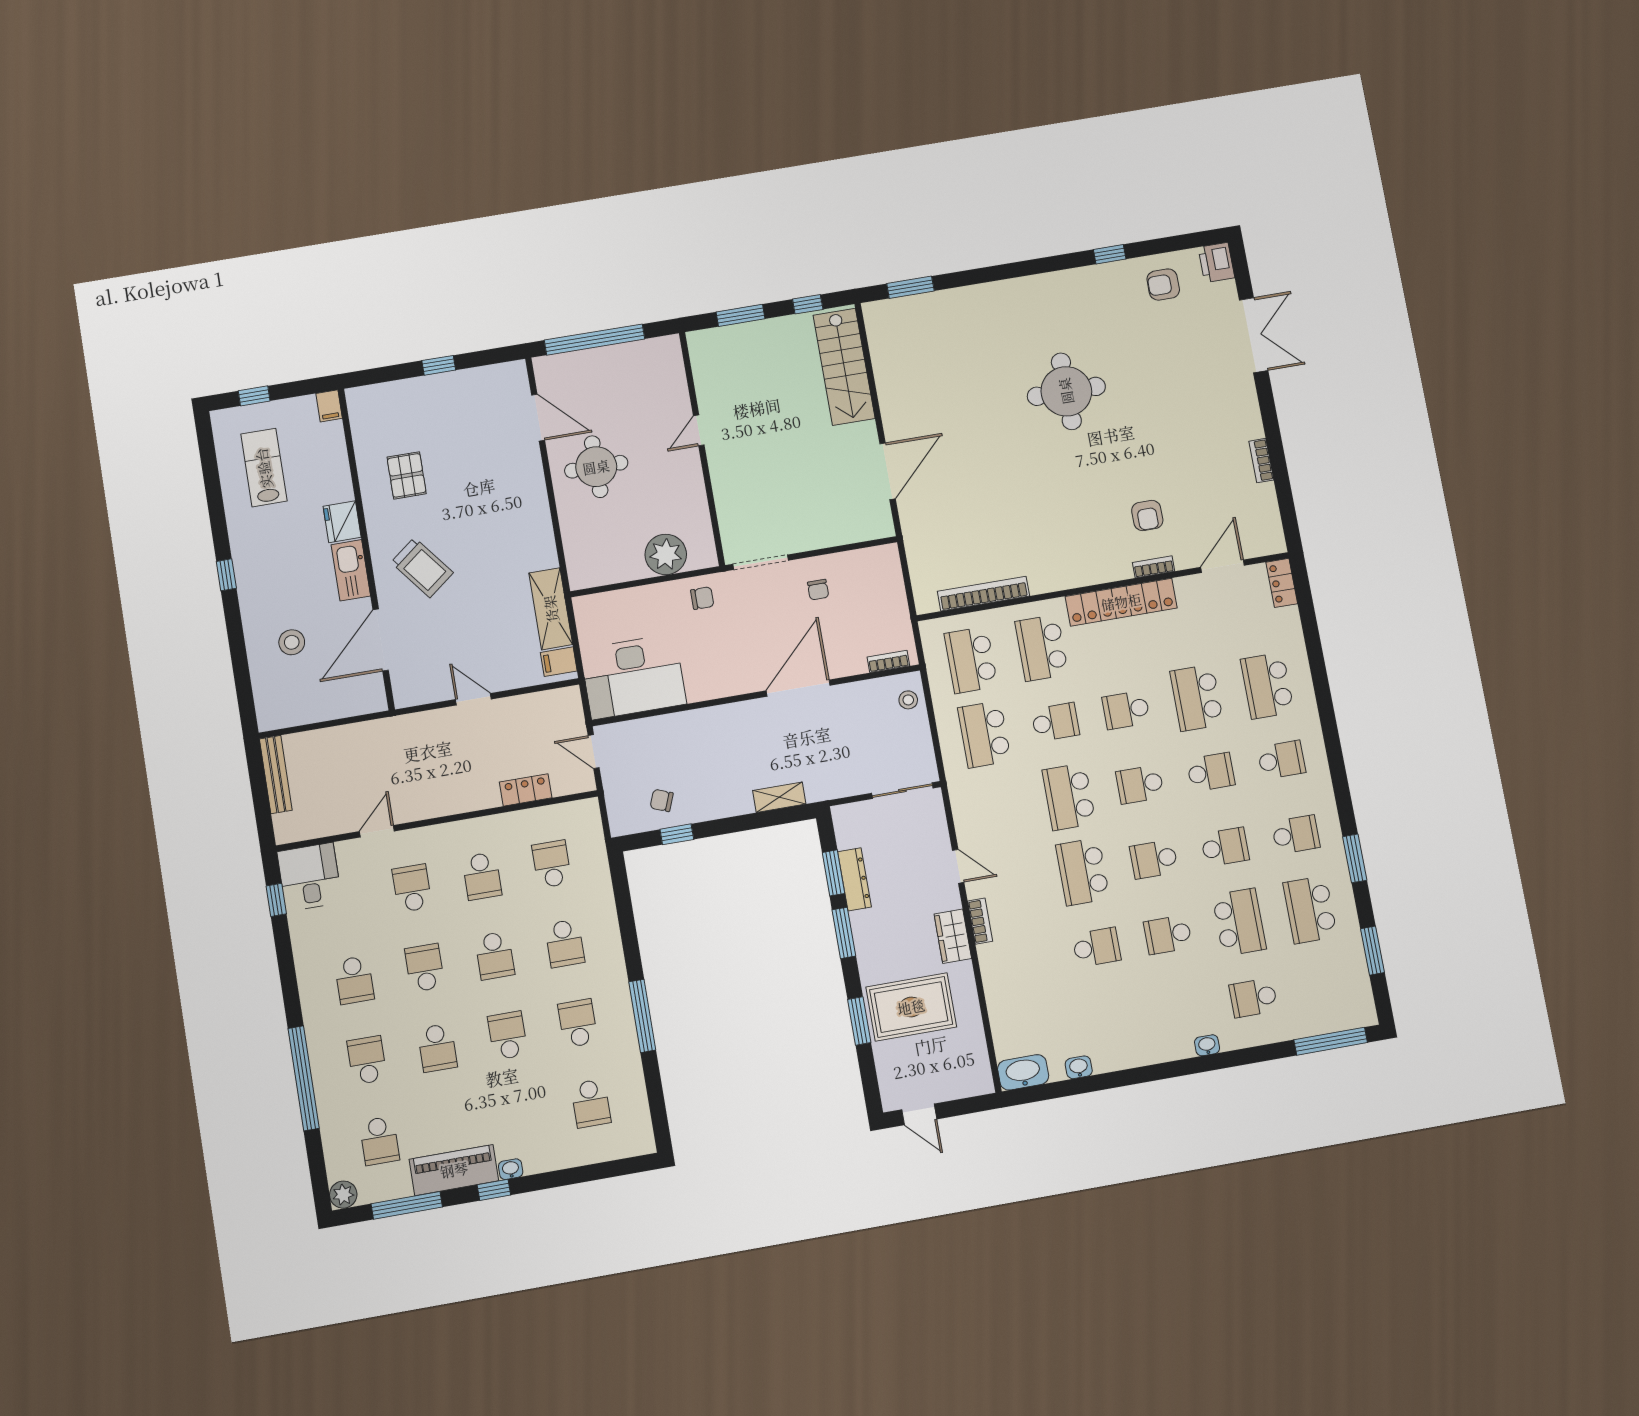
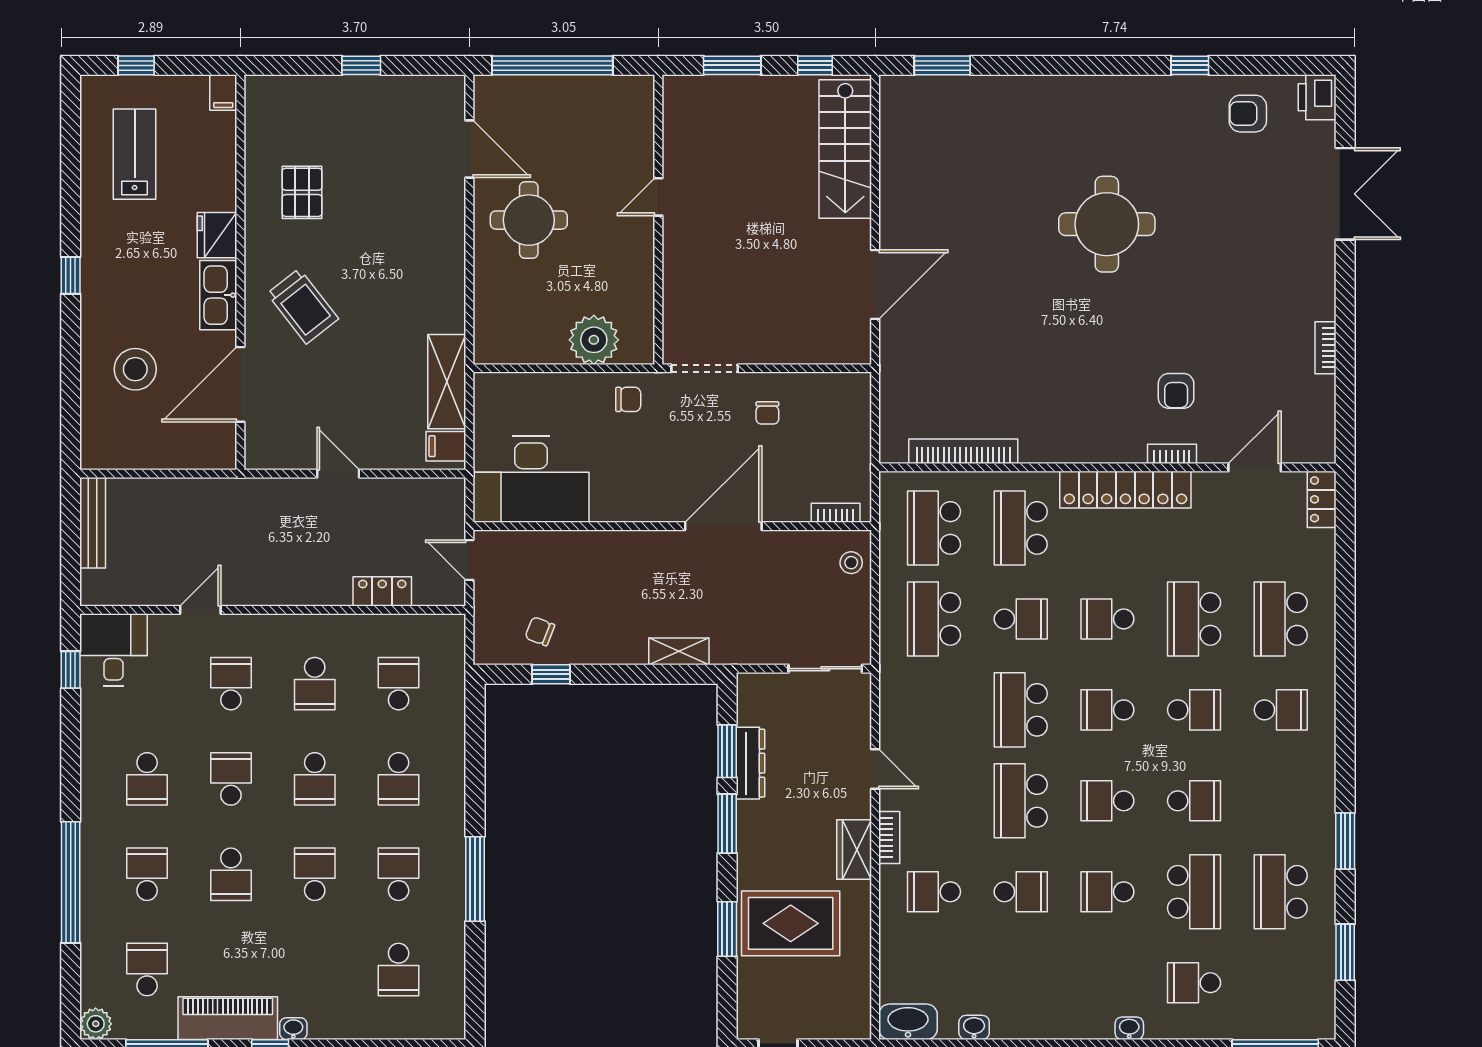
stool: (292, 642) -> (135, 369), width x1.38, depth x1.38
school desk: (1296, 835) -> (934, 892), moved, turned 180
school desk: (379, 1141) -> (147, 970), turned 180

